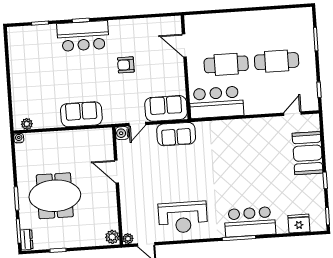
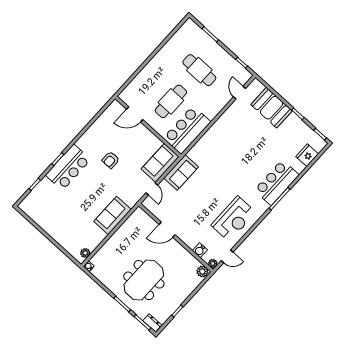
cafe table: (277, 61) -> (199, 70), turned 90
water cooler: (122, 133) -> (200, 250), moved

